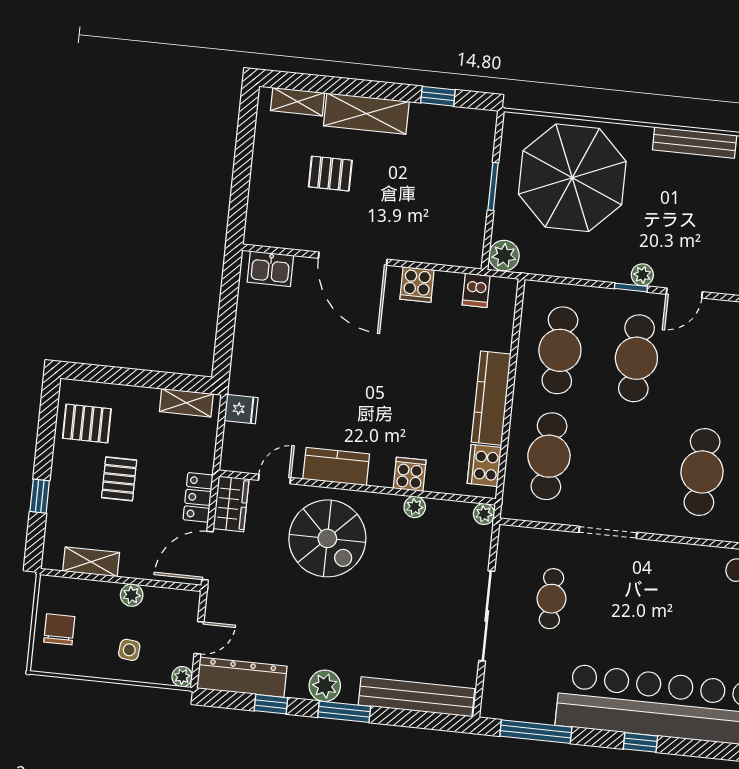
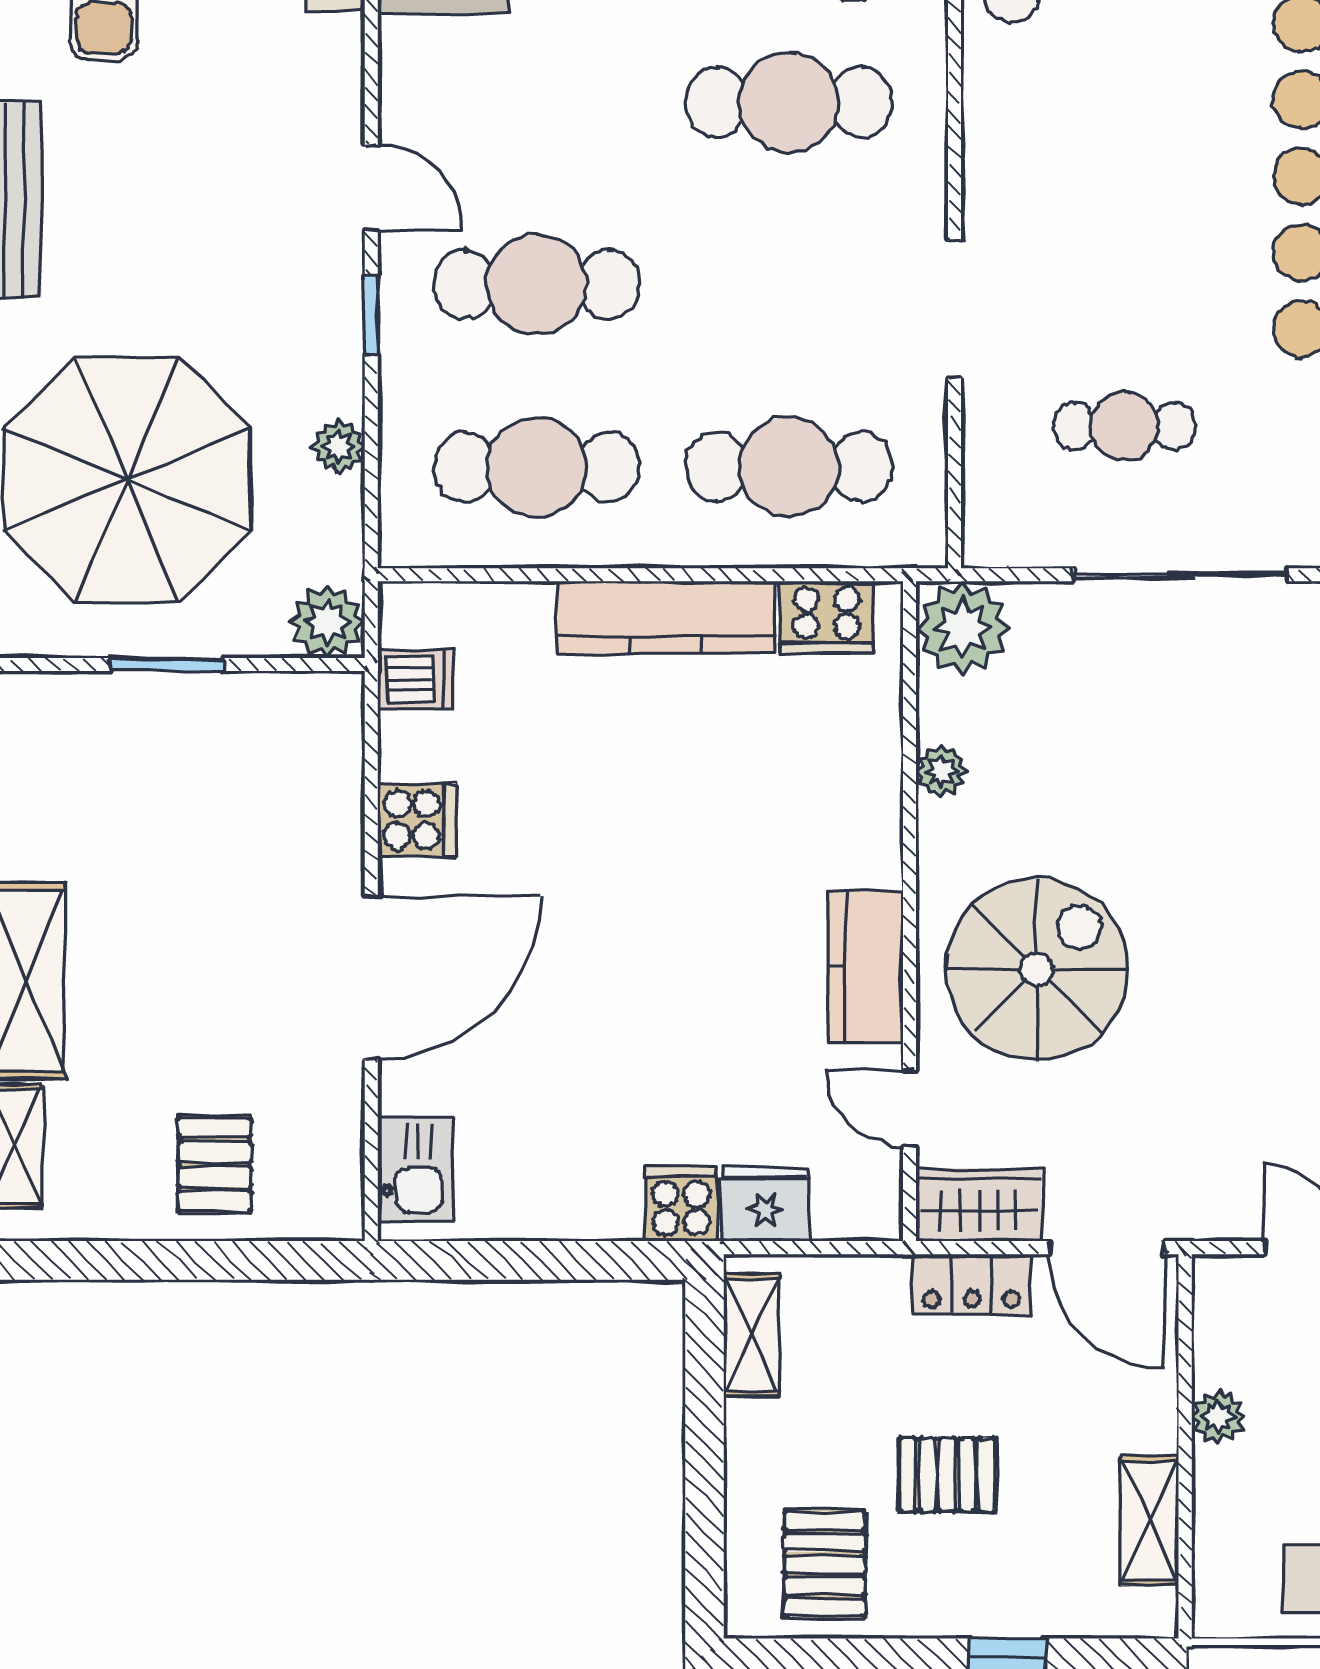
pallet: (330, 174) -> (215, 1164), moved
plant: (642, 275) -> (339, 446), moved
fridge: (241, 409) -> (765, 1204), width x1.38
cooker: (410, 474) -> (681, 1204), moved, turned 90
plant: (484, 514) -> (963, 628), width x1.87, depth x1.87

